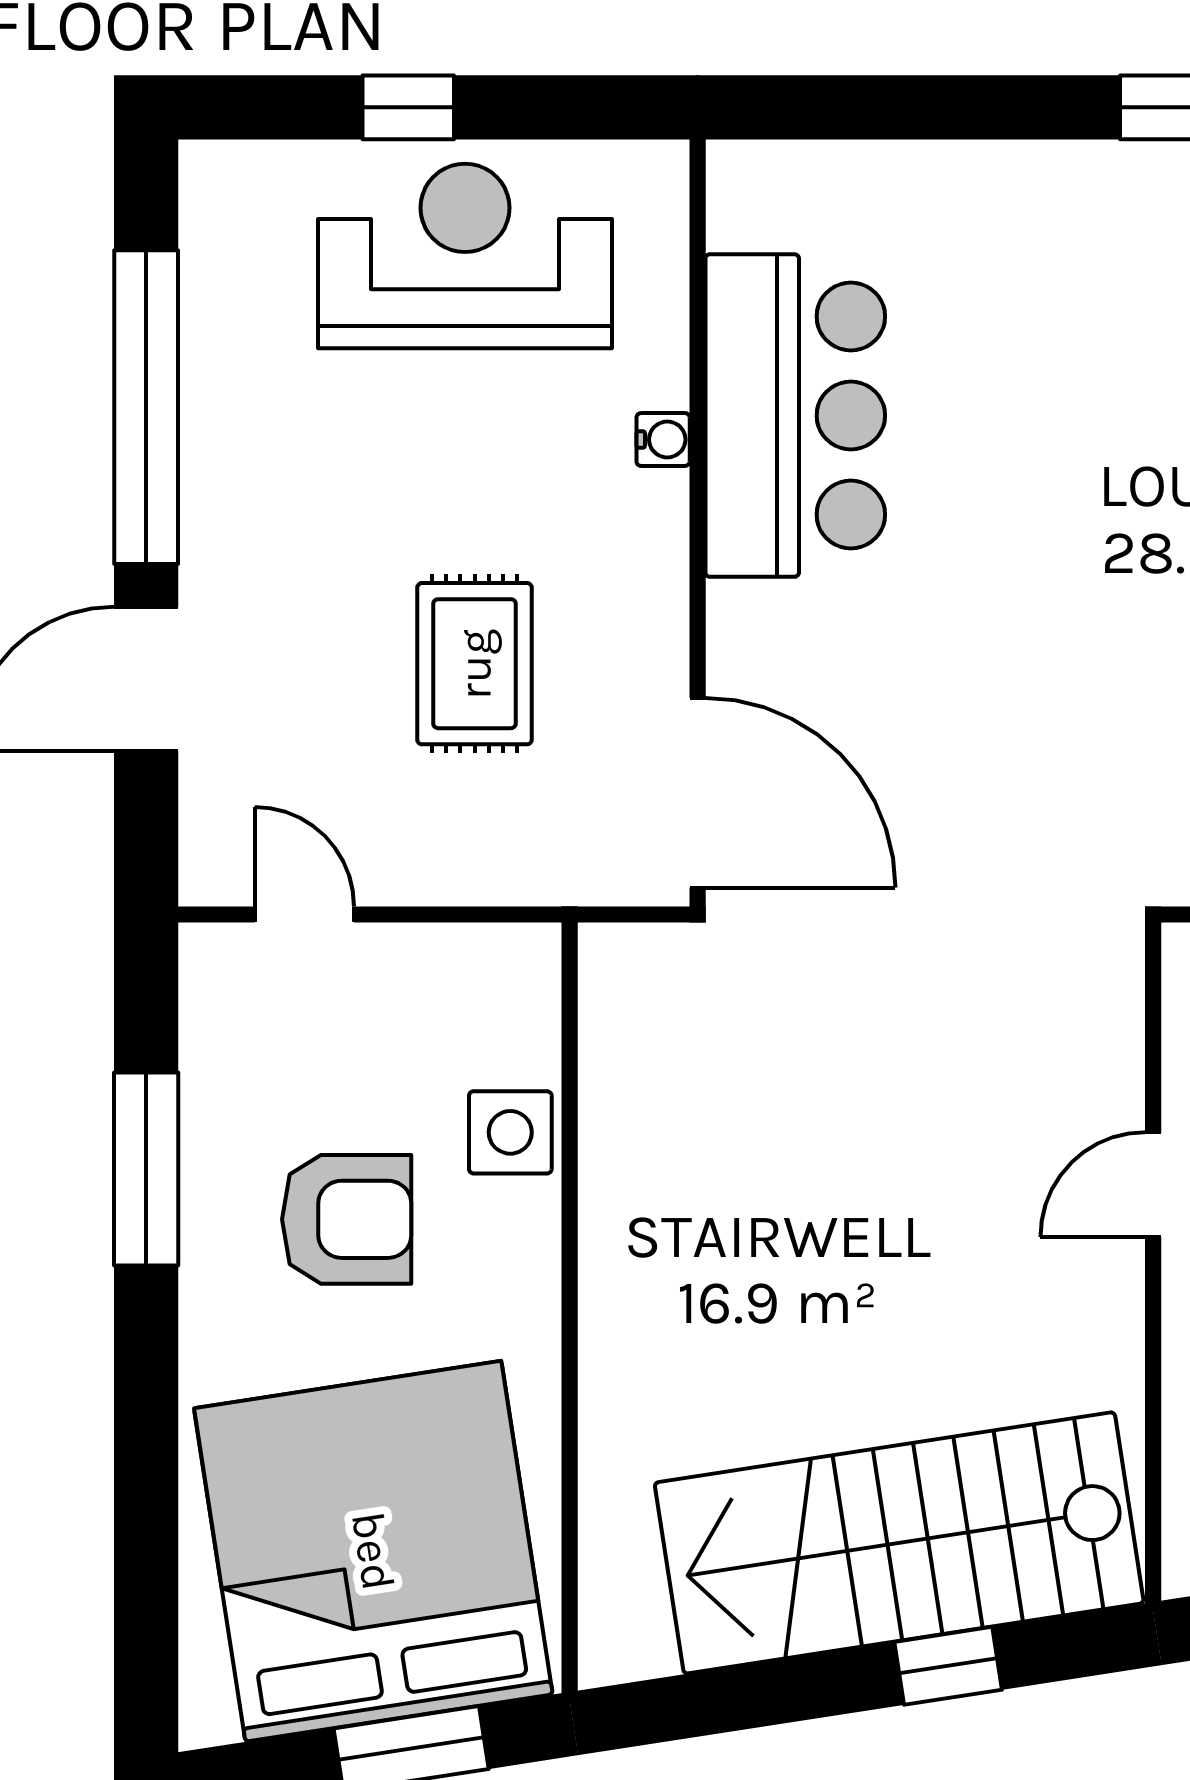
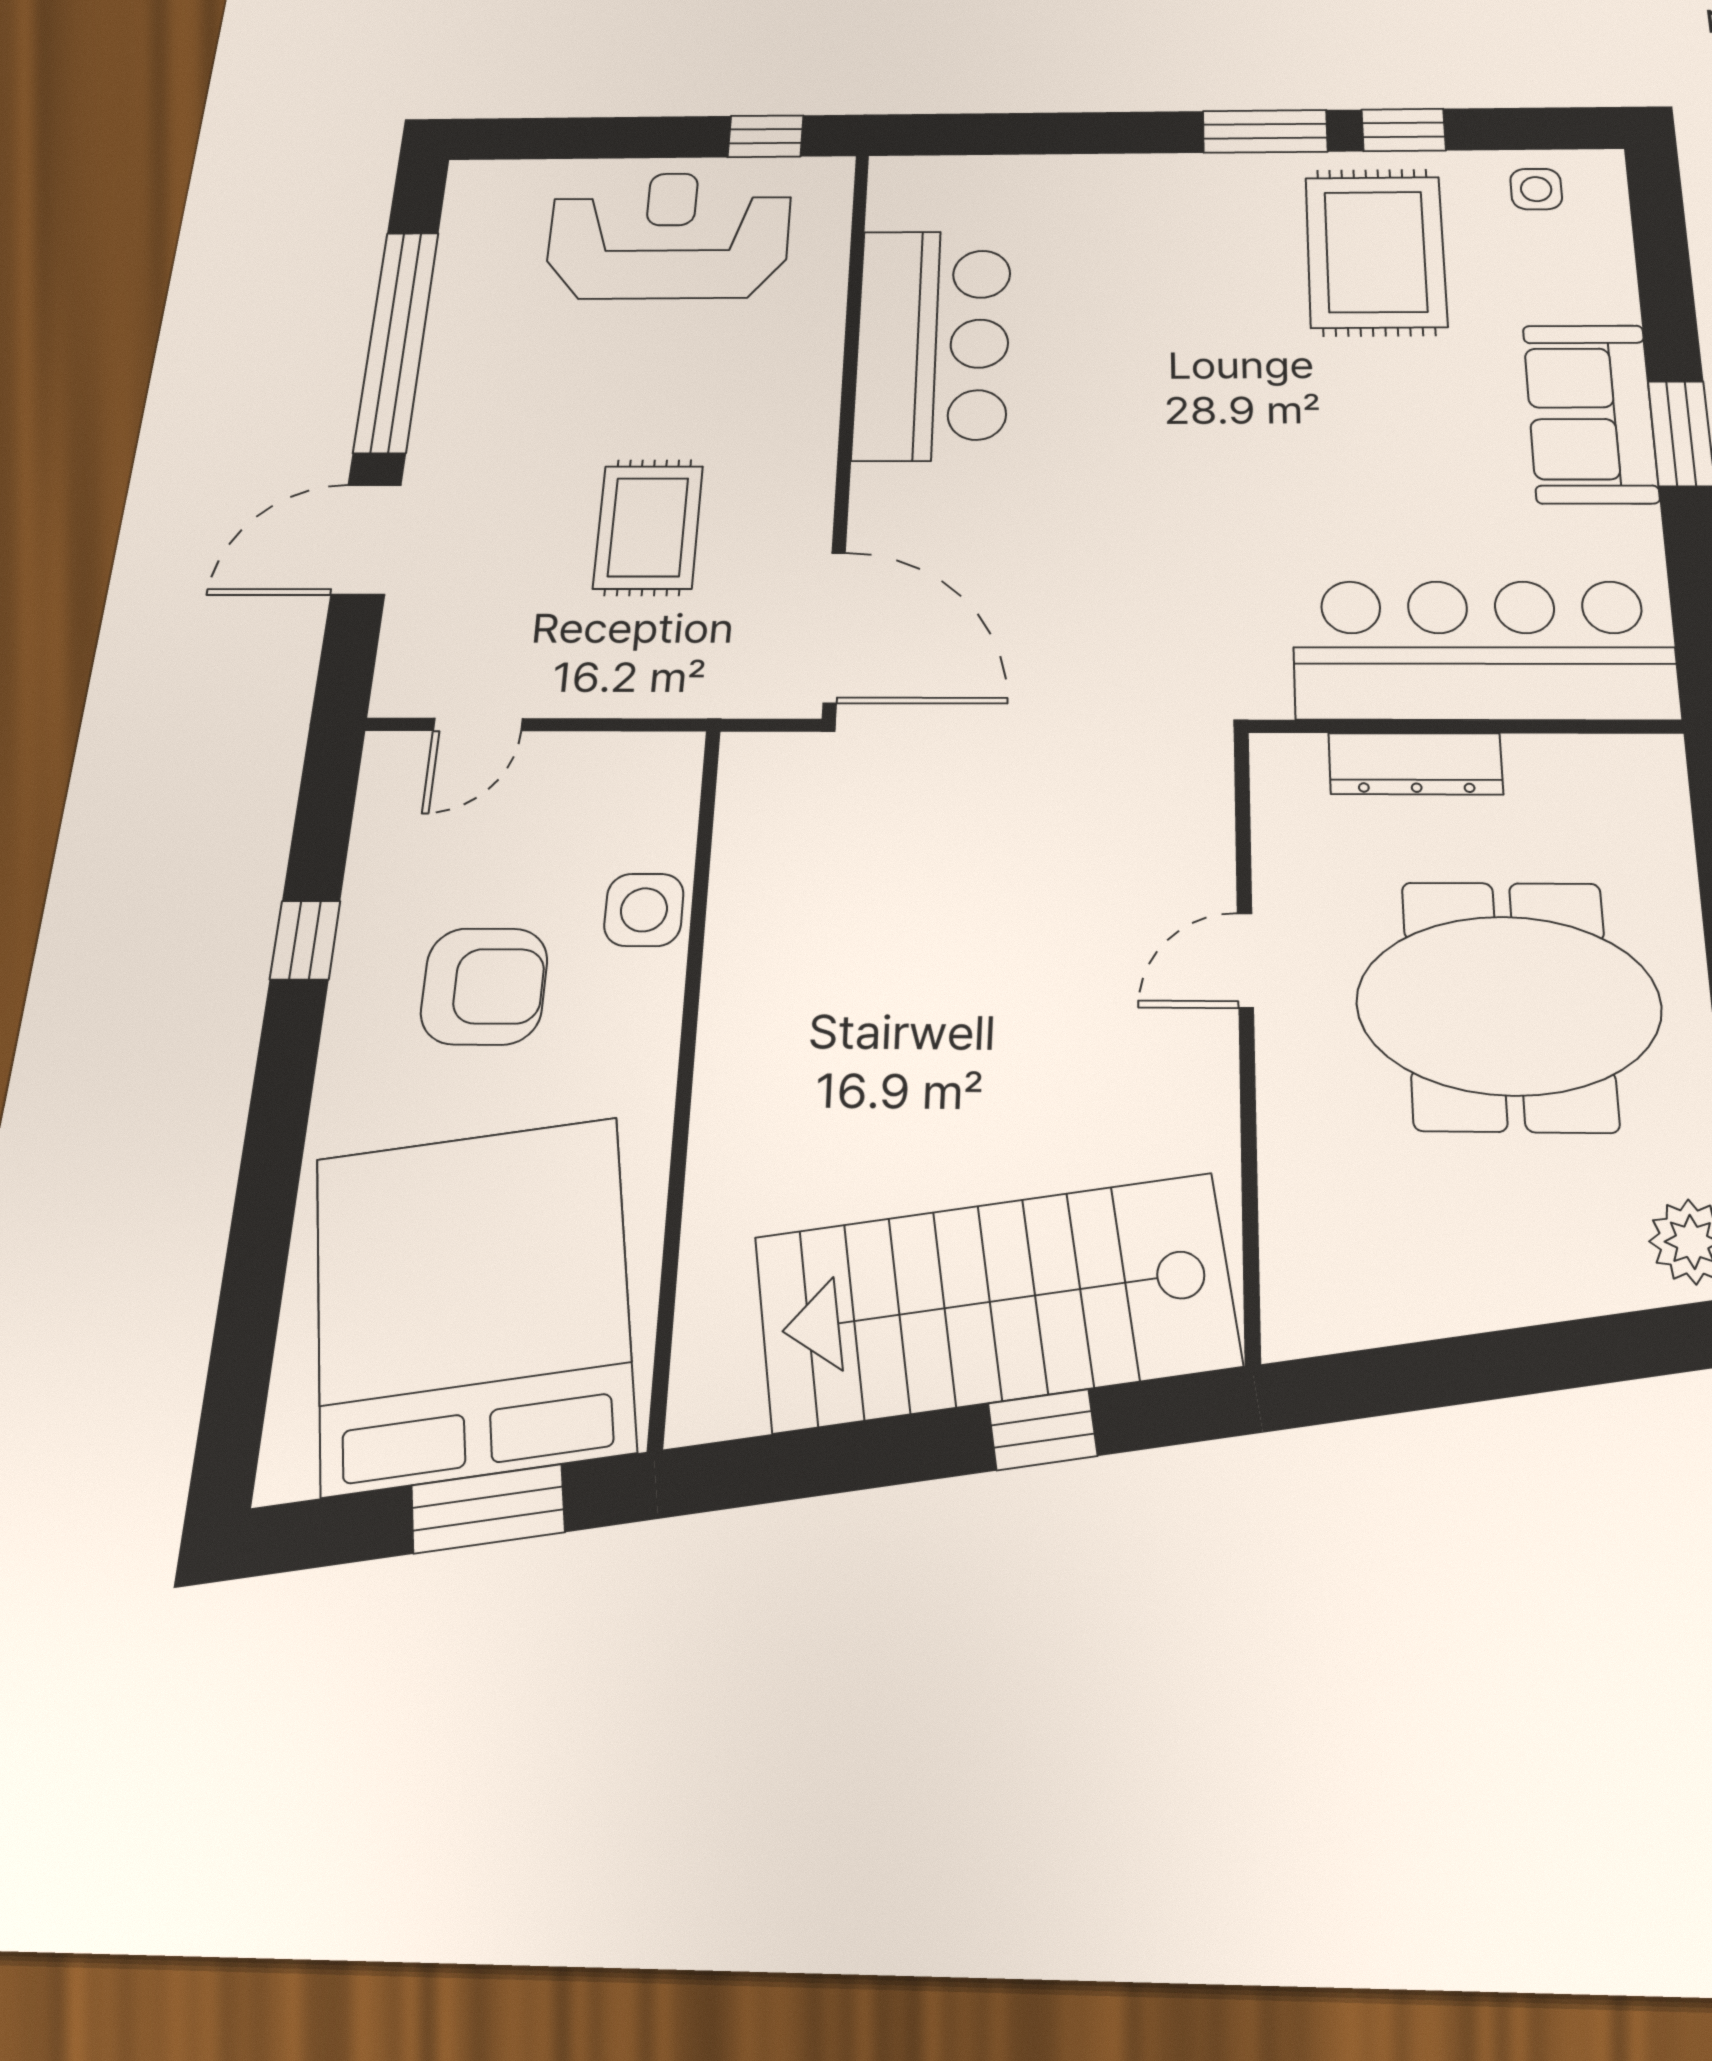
window: (408, 107) -> (766, 136), moved
water cooler: (663, 439) -> (821, 362), removed
door: (304, 914) -> (478, 725), swing flipped
window: (146, 1169) -> (305, 940), width x0.46

